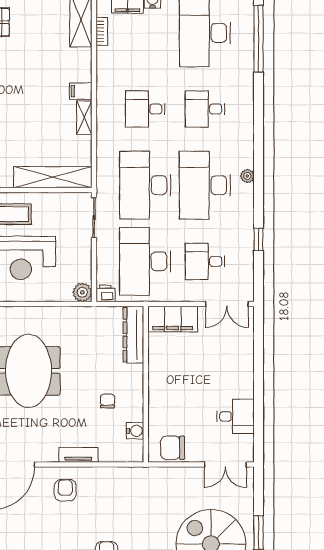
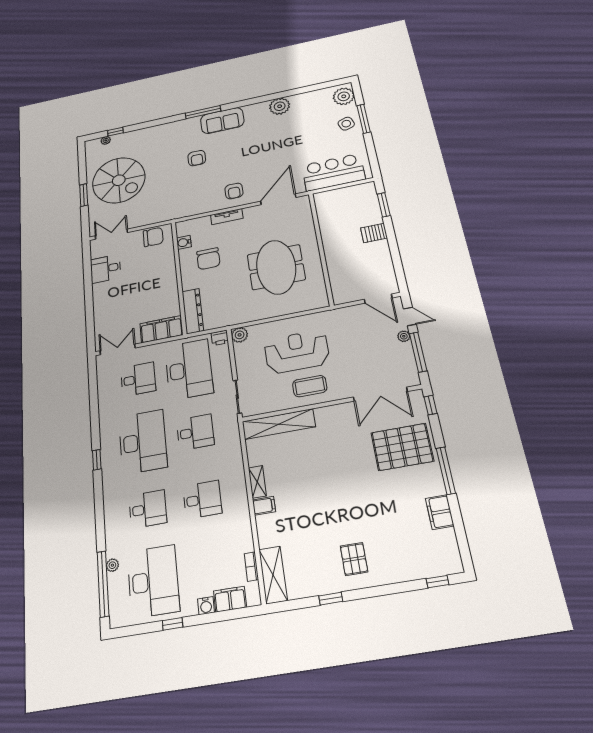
plant: (247, 176) -> (112, 565), moved
desk: (145, 185) -> (195, 432), width x0.53, depth x0.77
window: (259, 239) -> (97, 460), moved
chair: (107, 401) -> (208, 259), width x1.87, depth x1.87

